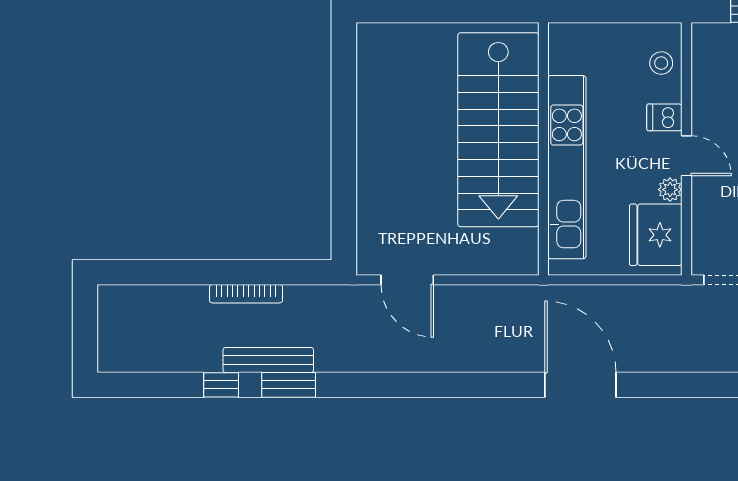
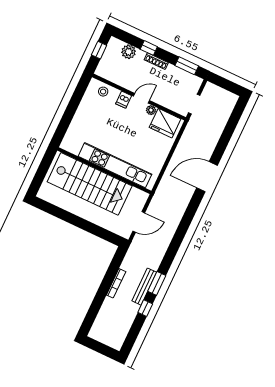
stairs: (498, 130) -> (90, 184), moved
wall: (543, 149) -> (104, 171), moved
kitchen unit: (567, 167) -> (115, 165), moved

